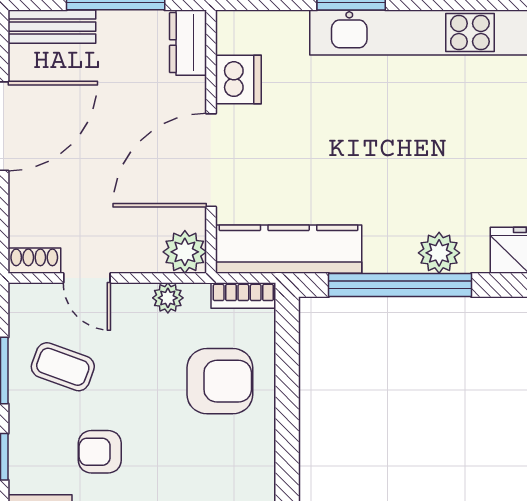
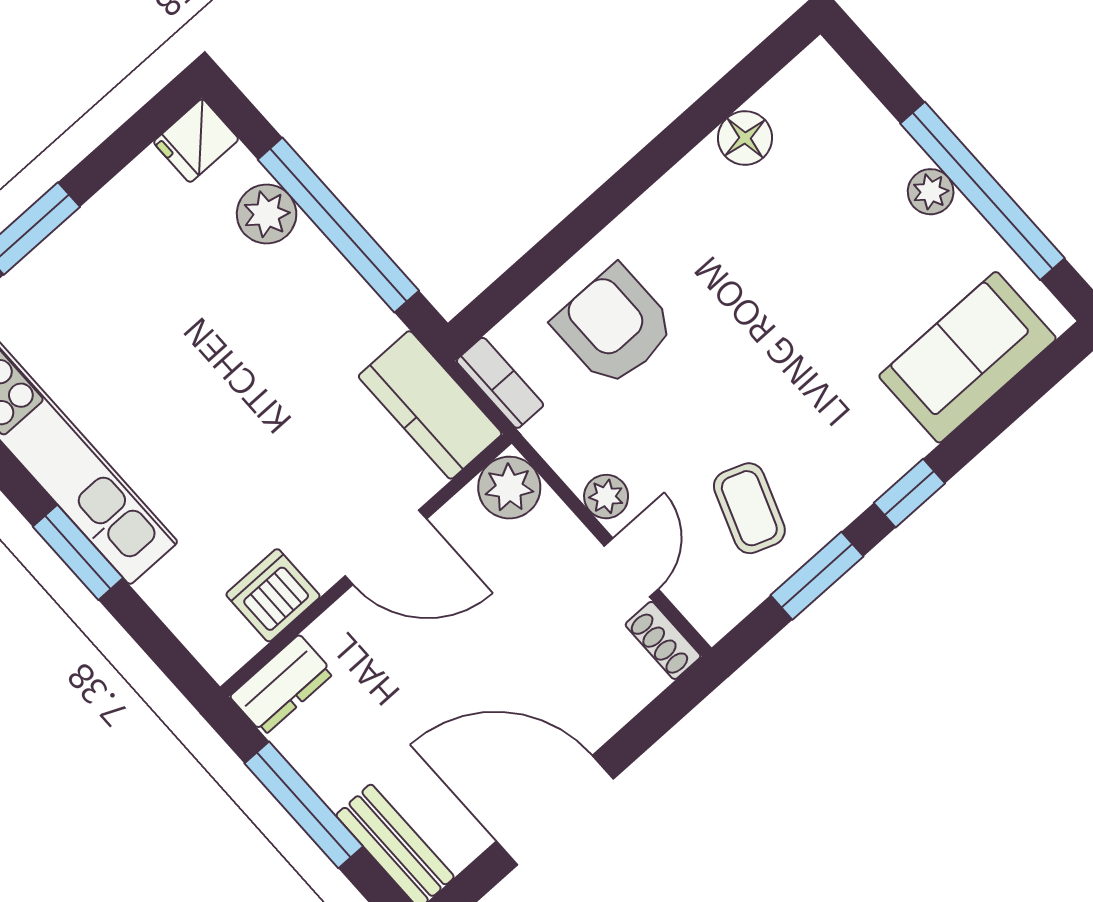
door: (211, 160) -> (386, 547), width x0.73
kitchen counter: (289, 249) -> (430, 405), width x0.67
plant: (168, 298) -> (606, 497), moved
armchair: (100, 452) -> (805, 387), removed

